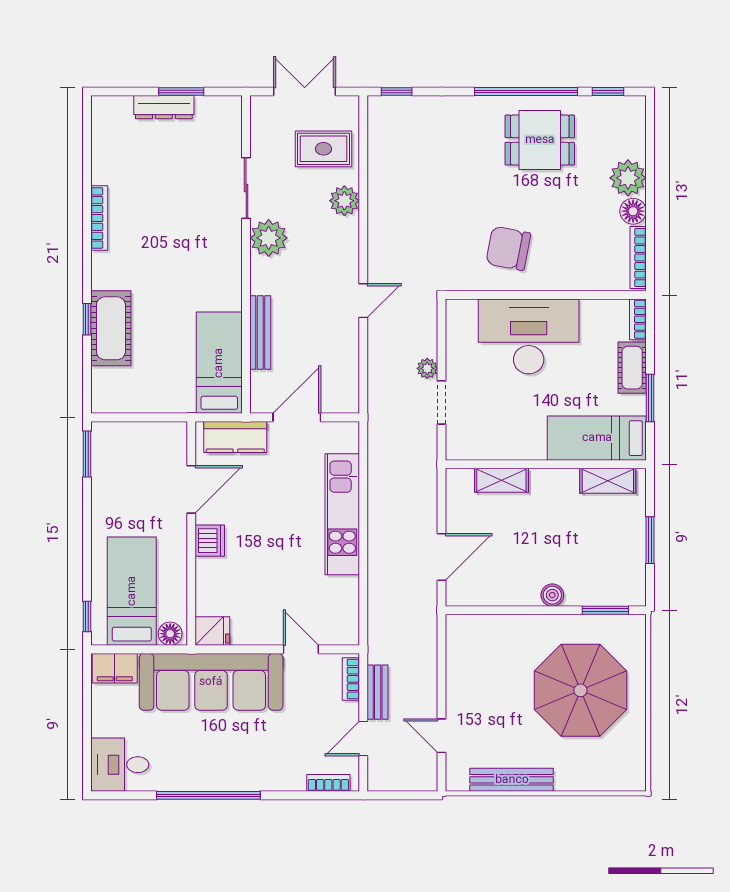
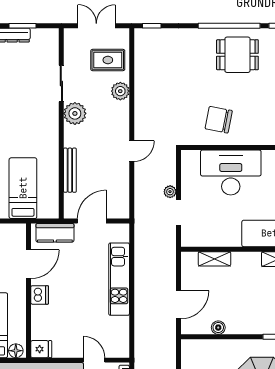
bed: (219, 363) -> (23, 188), moved
boiler: (552, 595) -> (218, 328), moved

